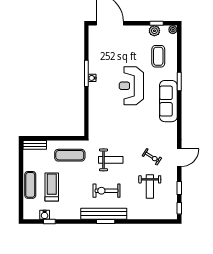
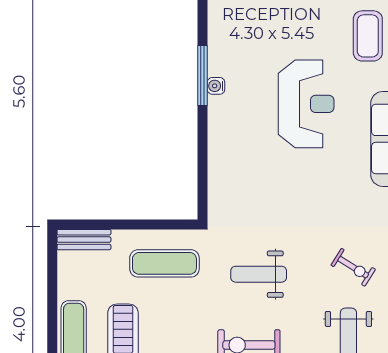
reception desk: (131, 86) -> (306, 104), turned 180
weight bench: (111, 160) -> (259, 274), turned 180

